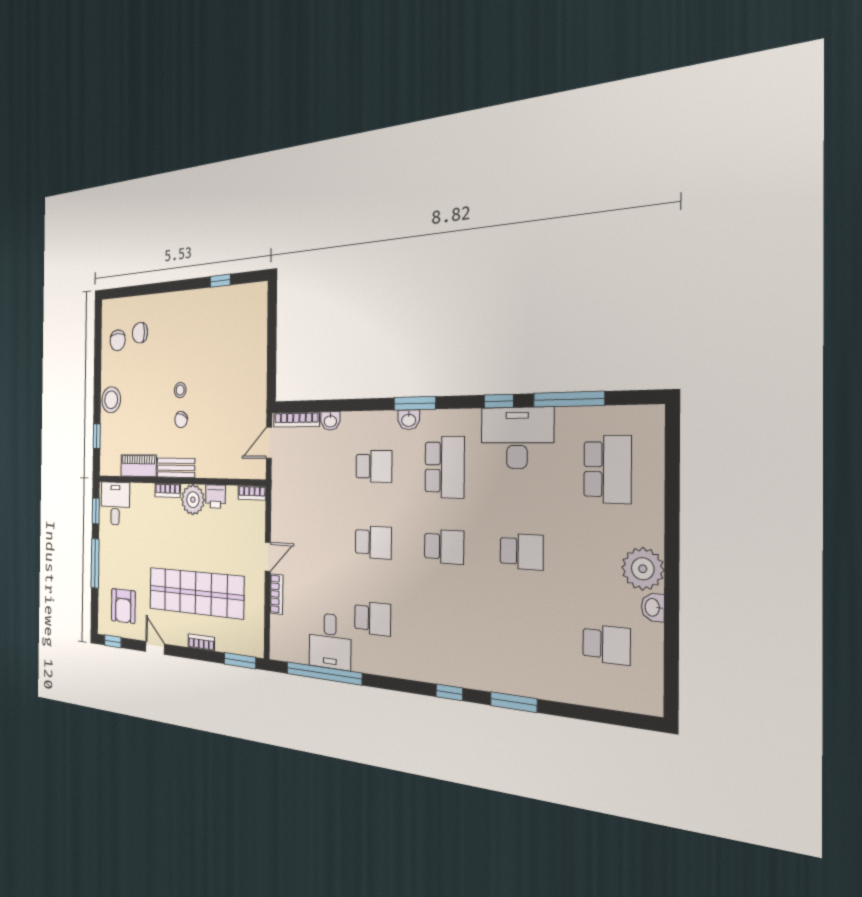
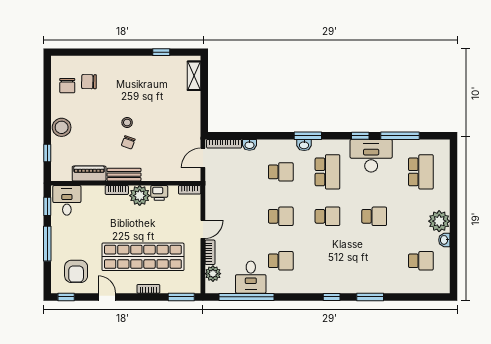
shelving: (259, 313) -> (194, 76), added
plant: (280, 629) -> (213, 274), added

